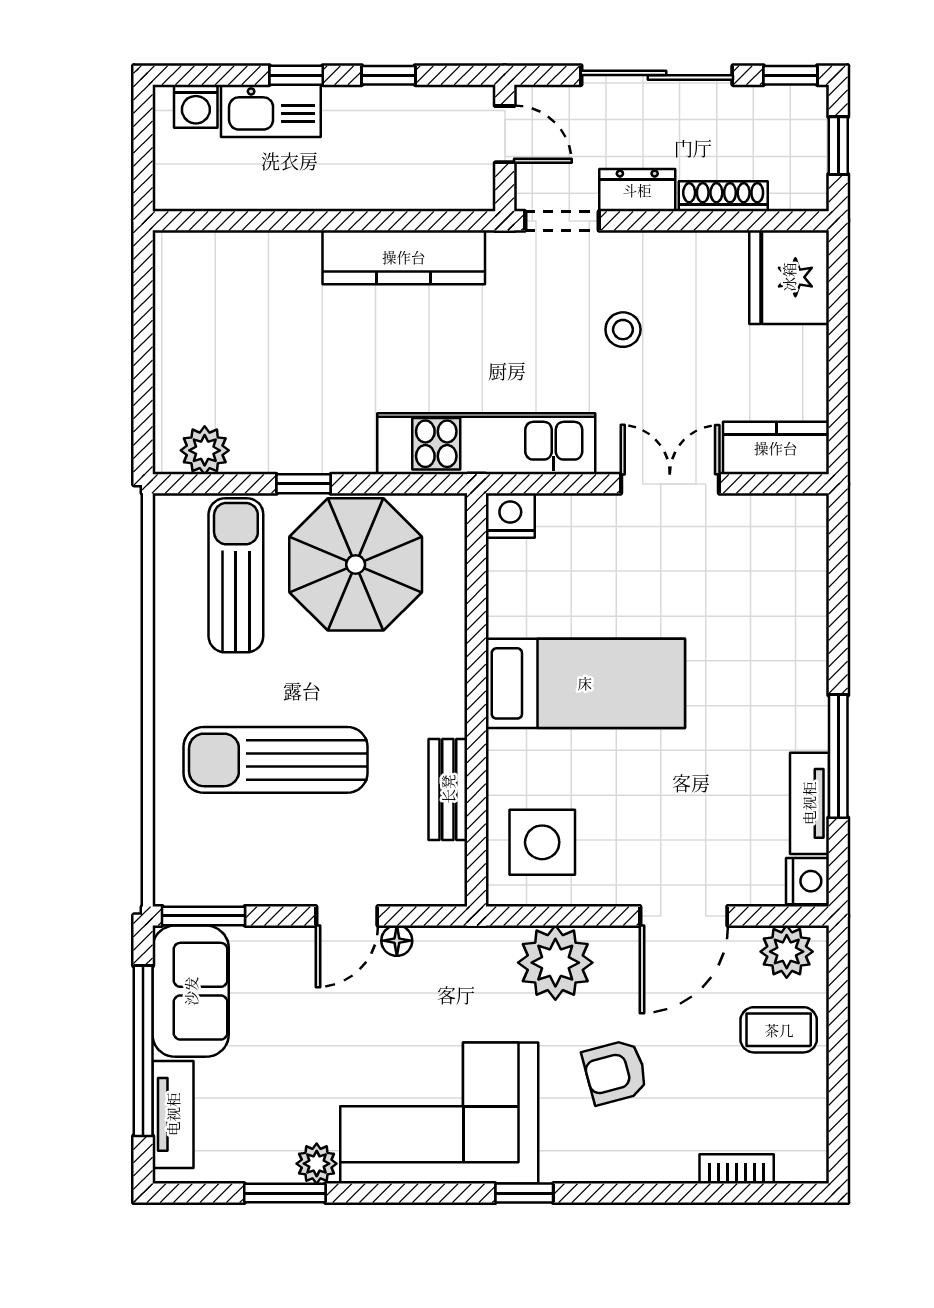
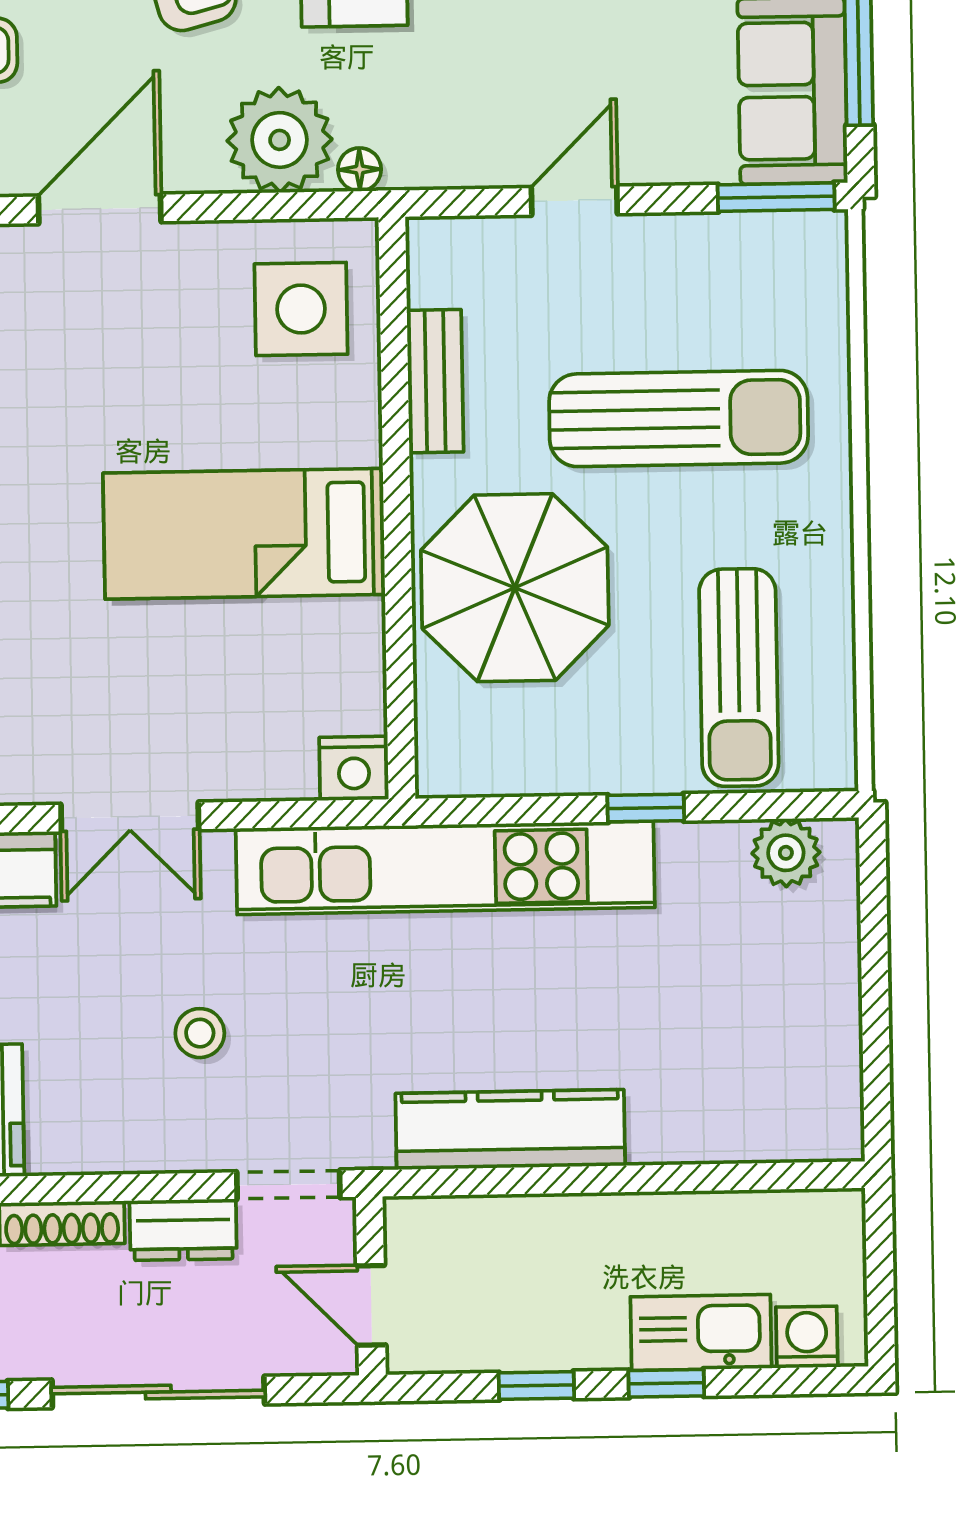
kitchen unit: (486, 444) -> (445, 868), width x1.36
parasol: (356, 564) -> (515, 588), moved
floor lamp: (397, 941) -> (360, 169), moved

